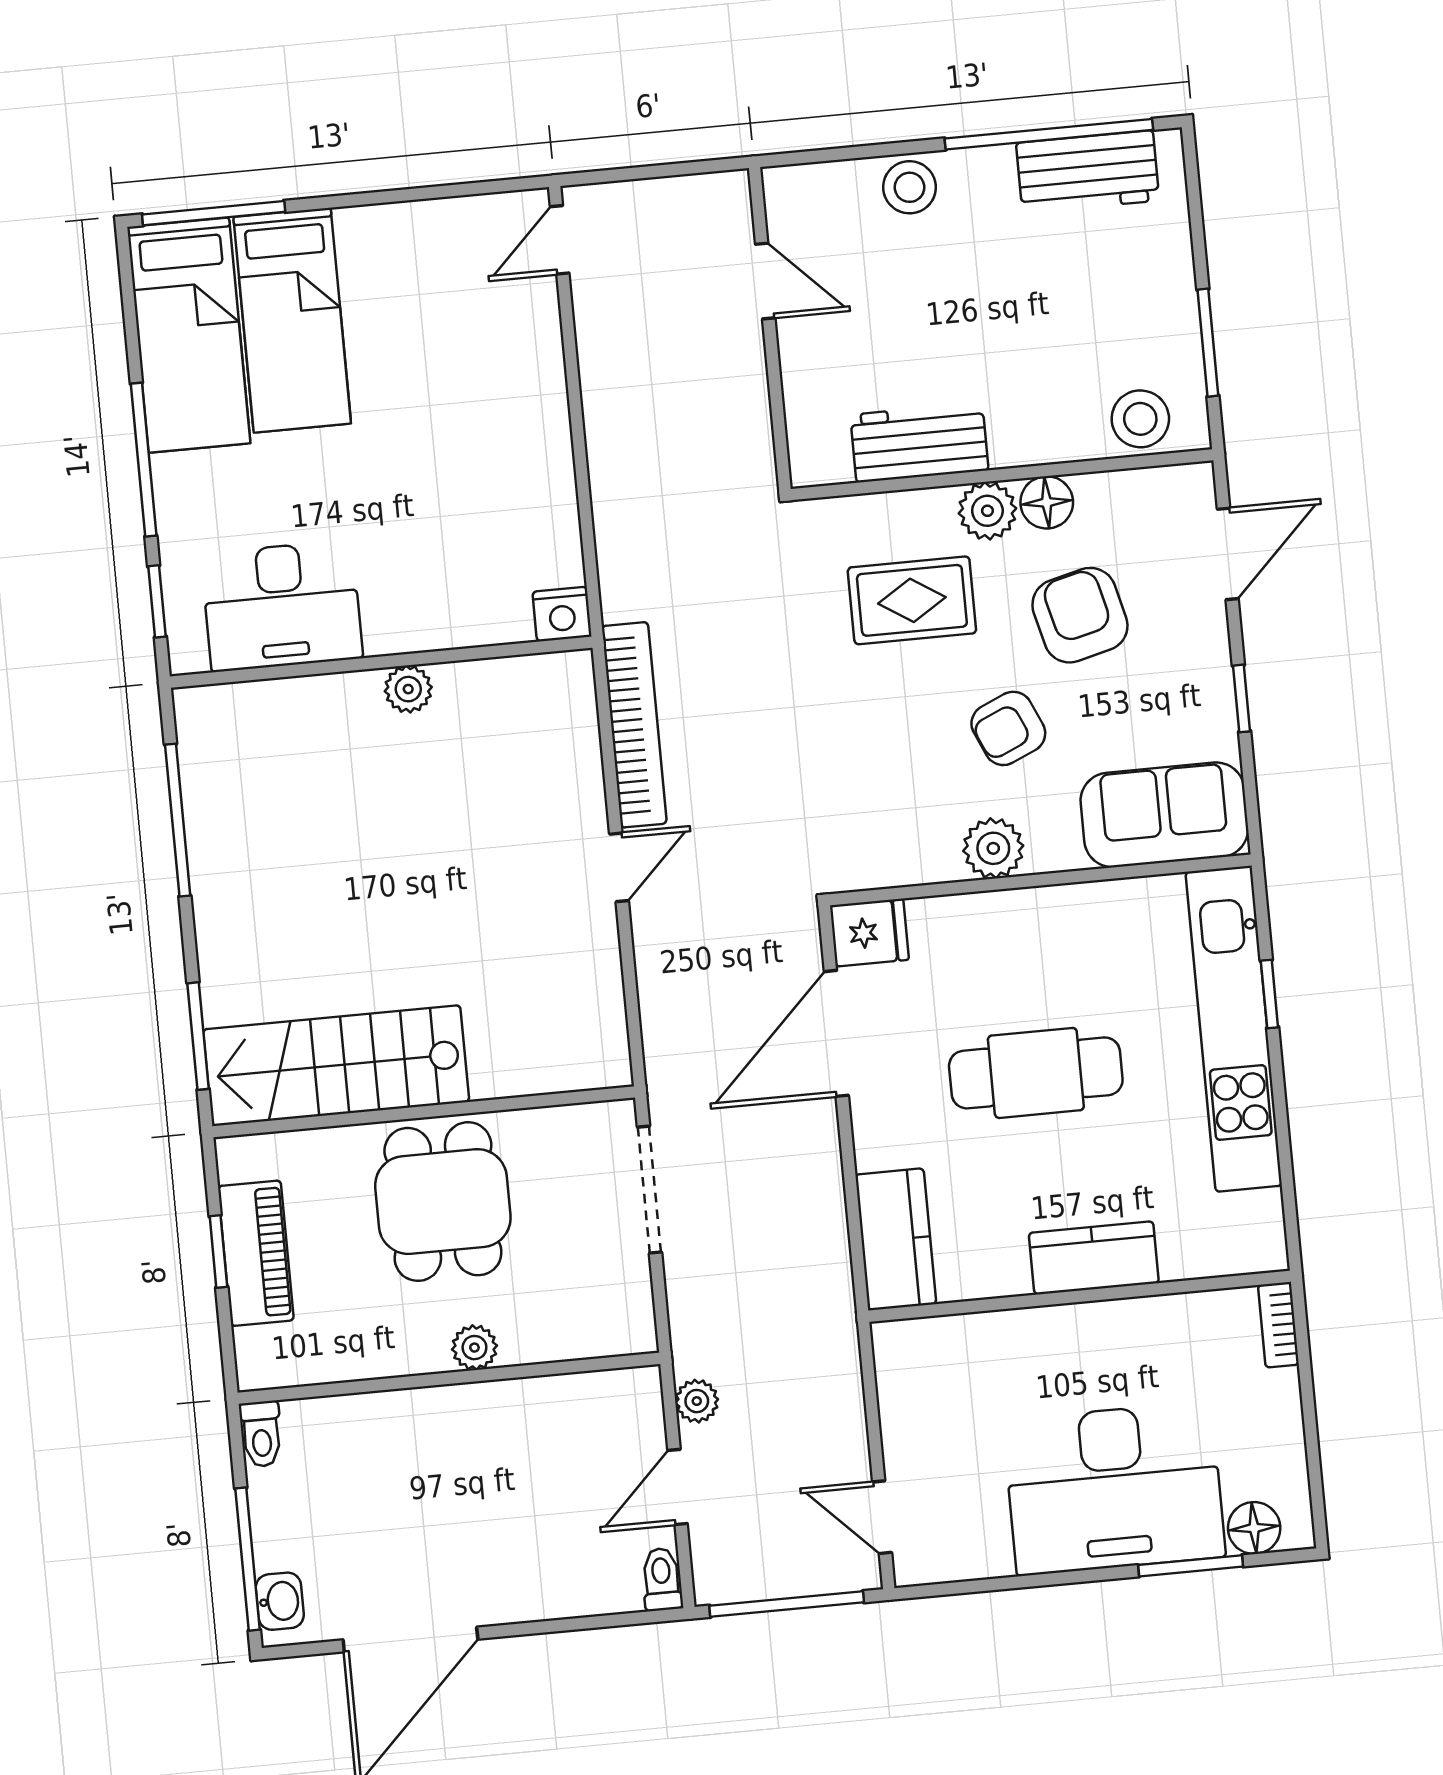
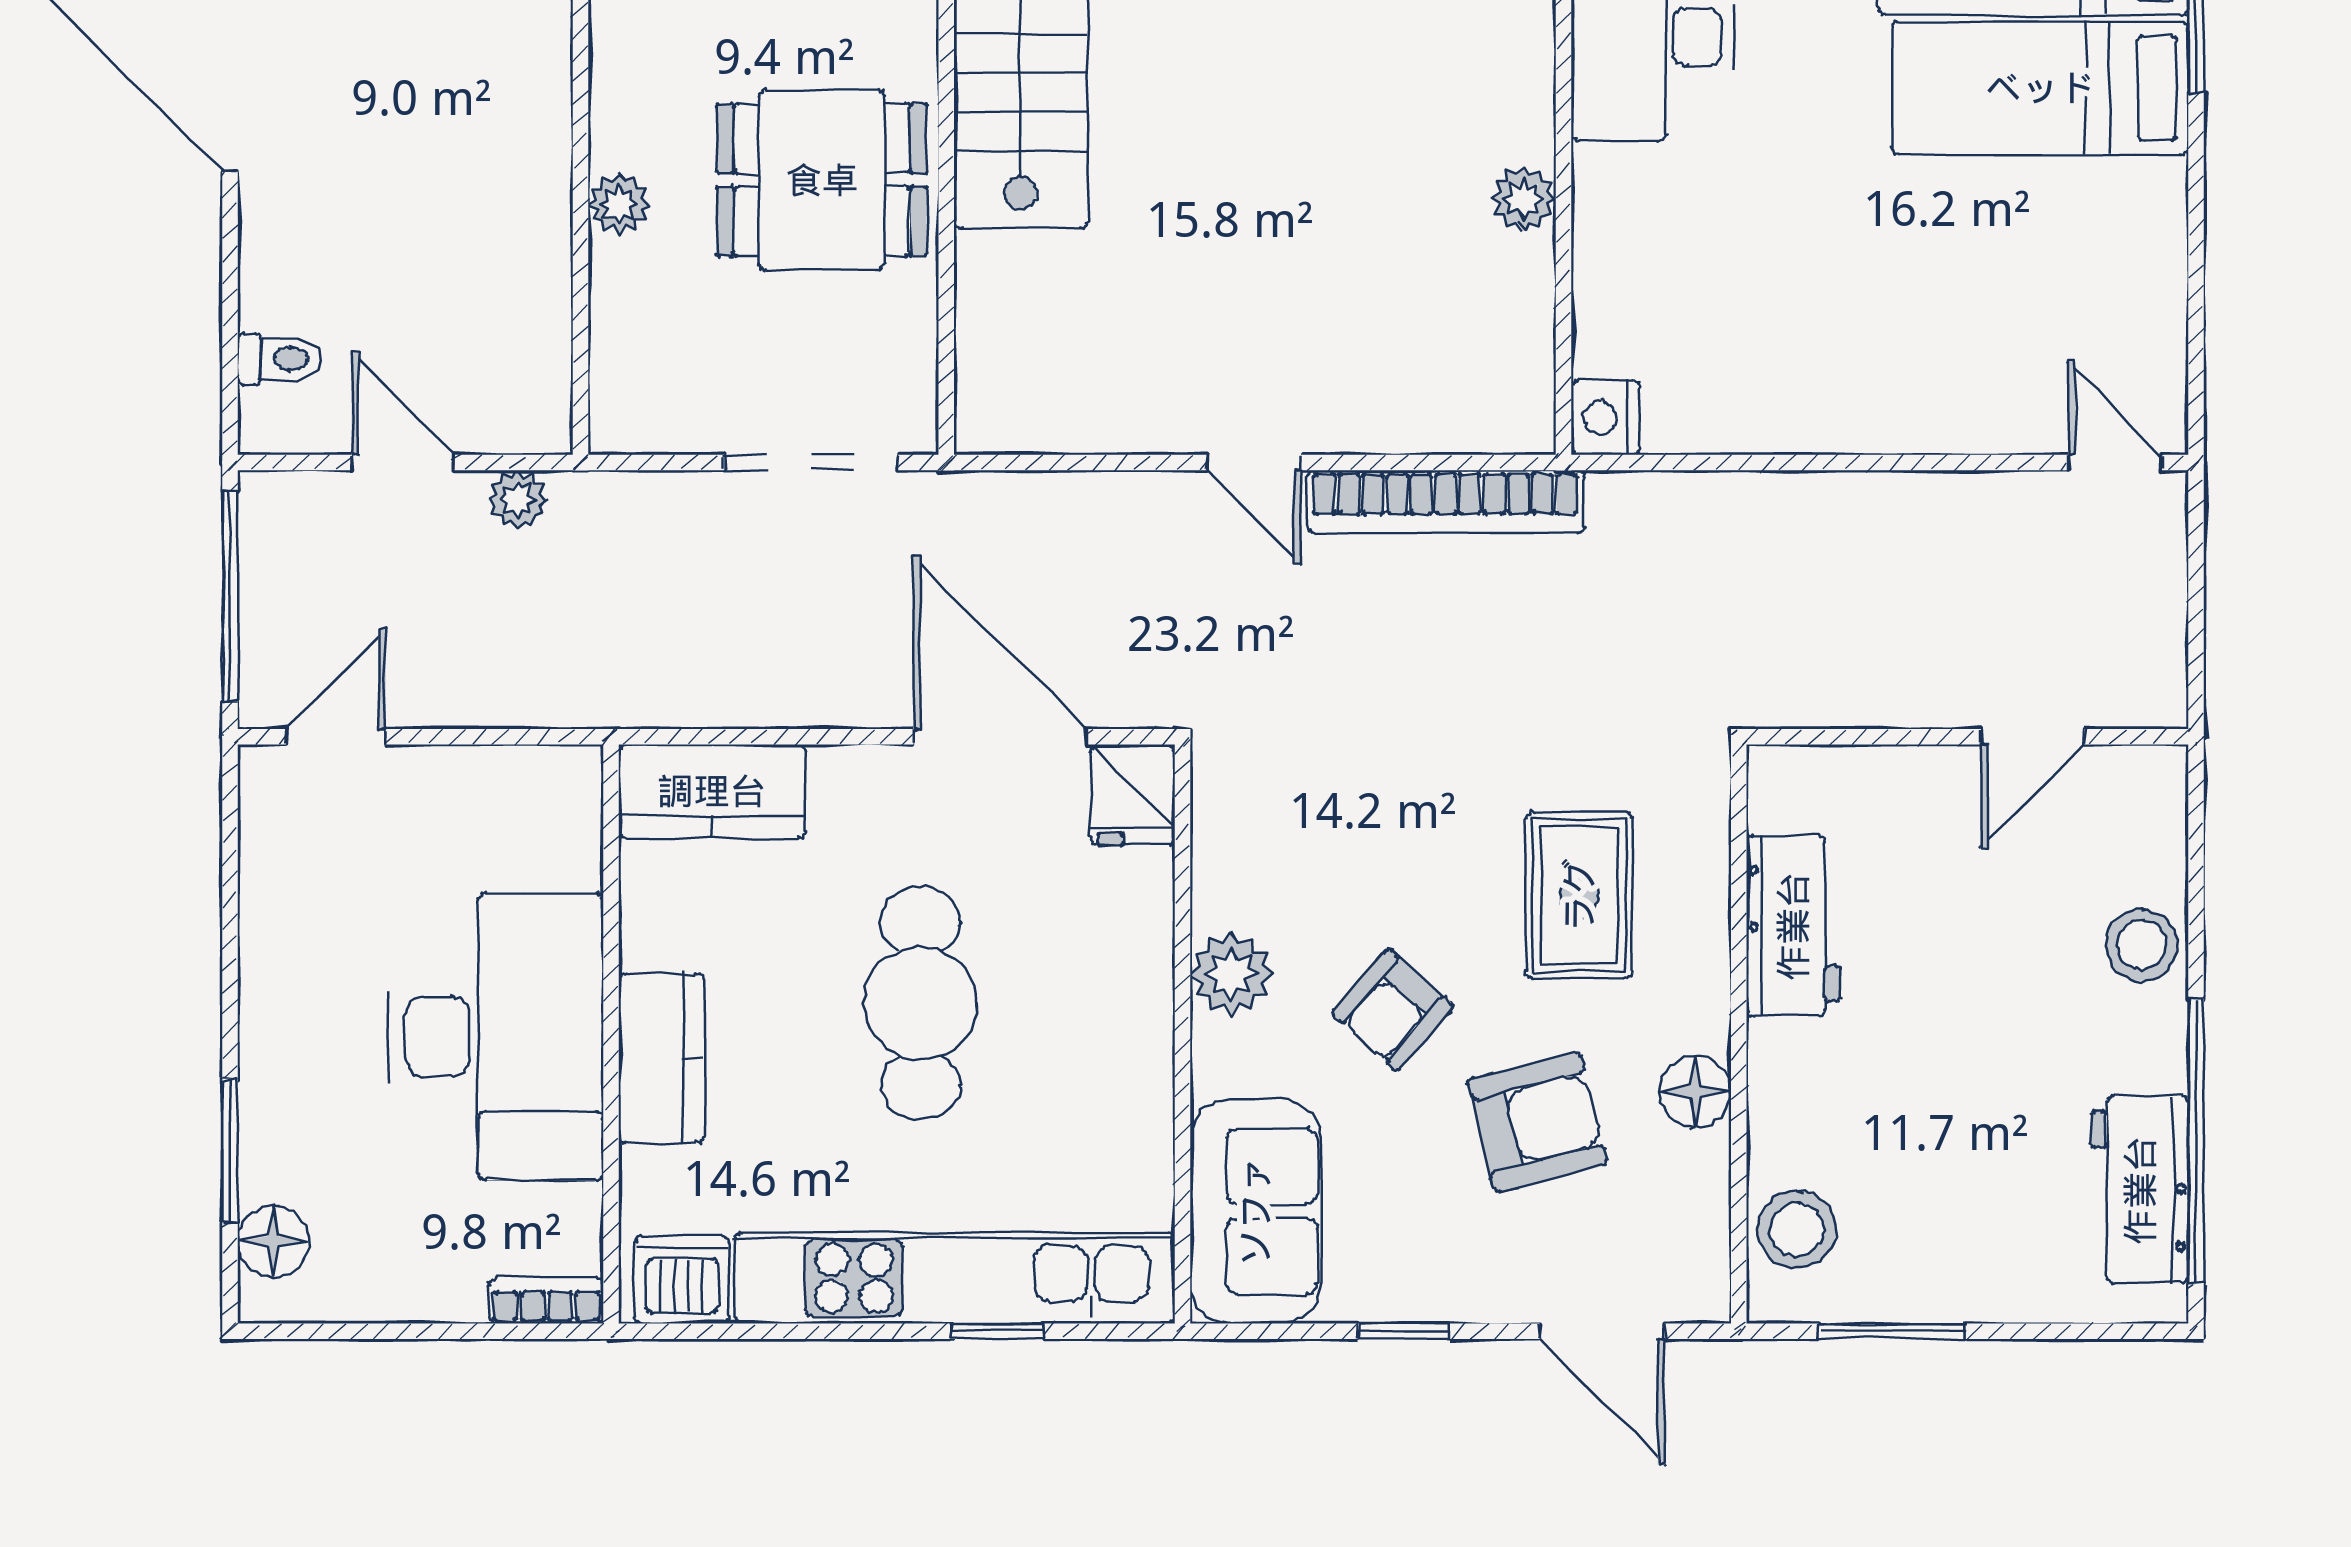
plant: (987, 511) -> (1691, 1010), removed
armchair: (1008, 728) -> (1393, 1010), turned -115
dishwasher: (1254, 1228) -> (682, 1280), added
desk: (1114, 1488) -> (496, 1036), moved, turned 180
toilet: (662, 1579) -> (280, 359), moved

